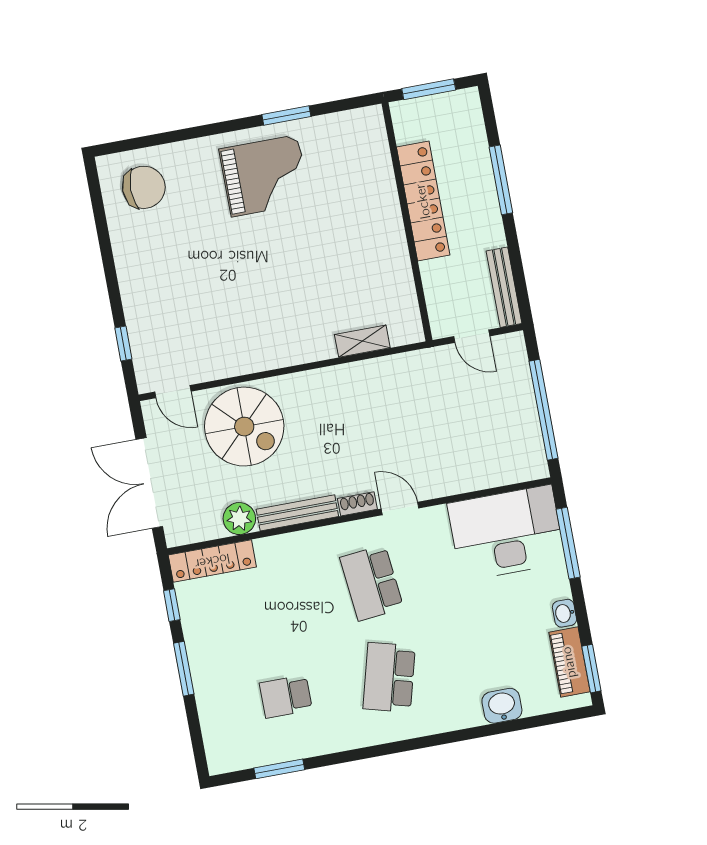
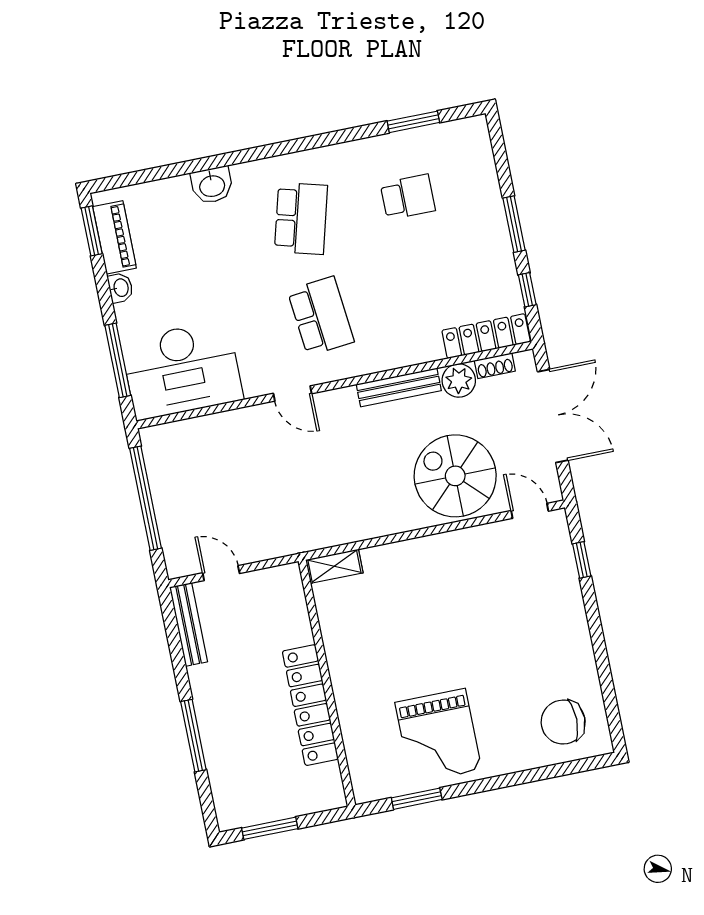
grand piano: (265, 176) -> (438, 736), turned -90
locker: (423, 201) -> (310, 705), moved
wall: (407, 222) -> (327, 683), moved
shoe rack: (357, 504) -> (495, 366), moved
washbasin: (502, 706) -> (212, 185), moved

